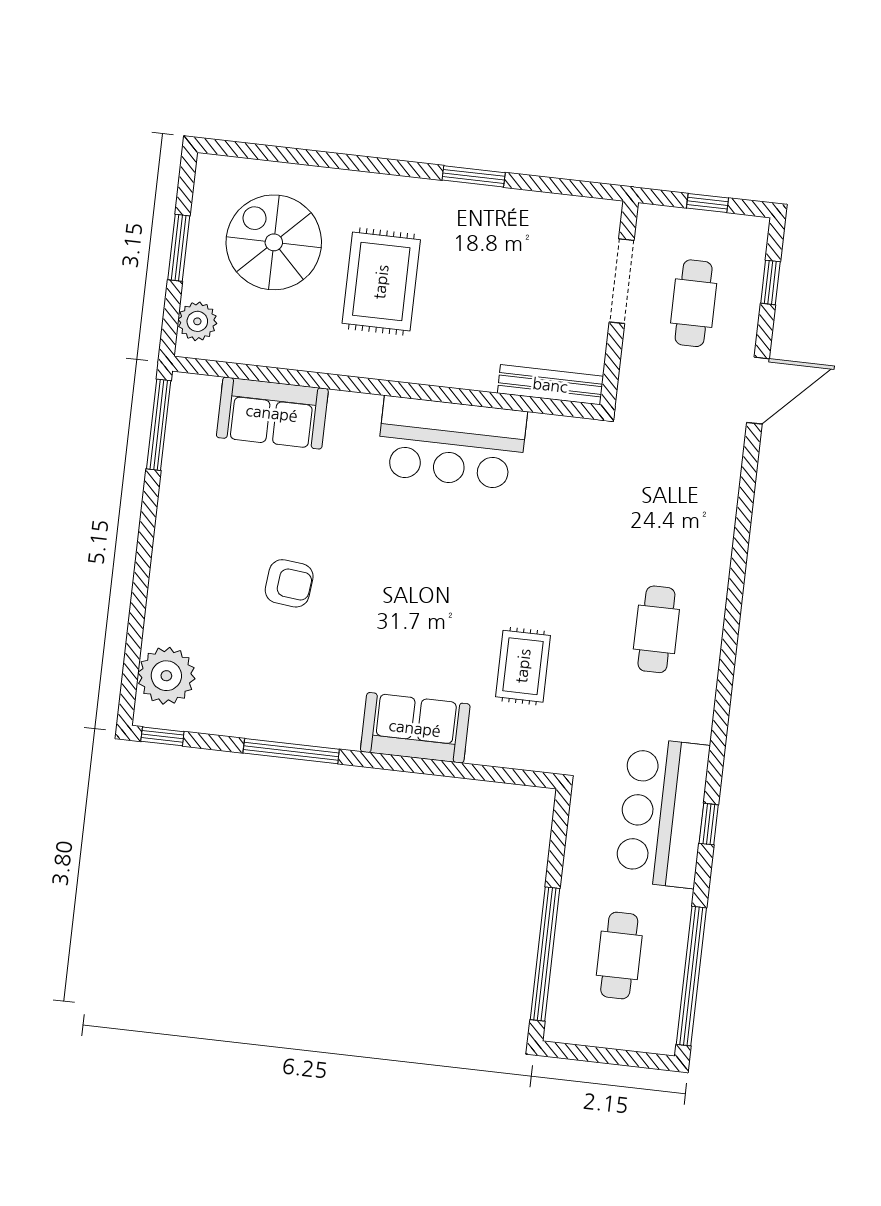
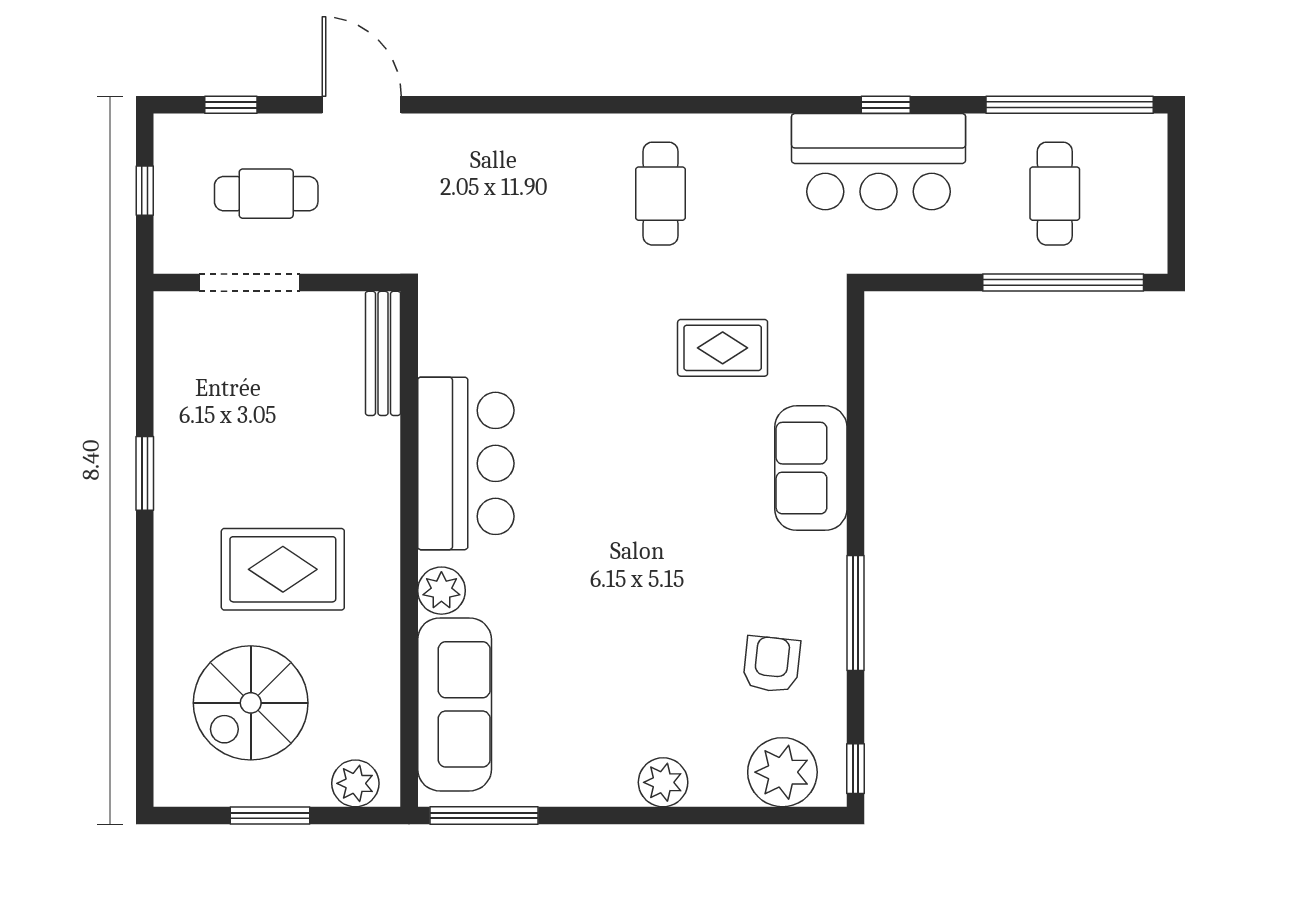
plant: (349, 411) -> (441, 591), added
sofa: (272, 413) -> (455, 704), width x1.36
plant: (169, 576) -> (663, 782), added
armchair: (289, 583) -> (772, 664), moved
cafe table: (656, 629) -> (660, 194), turned 90
cafe table: (619, 955) -> (1055, 194), turned 90

